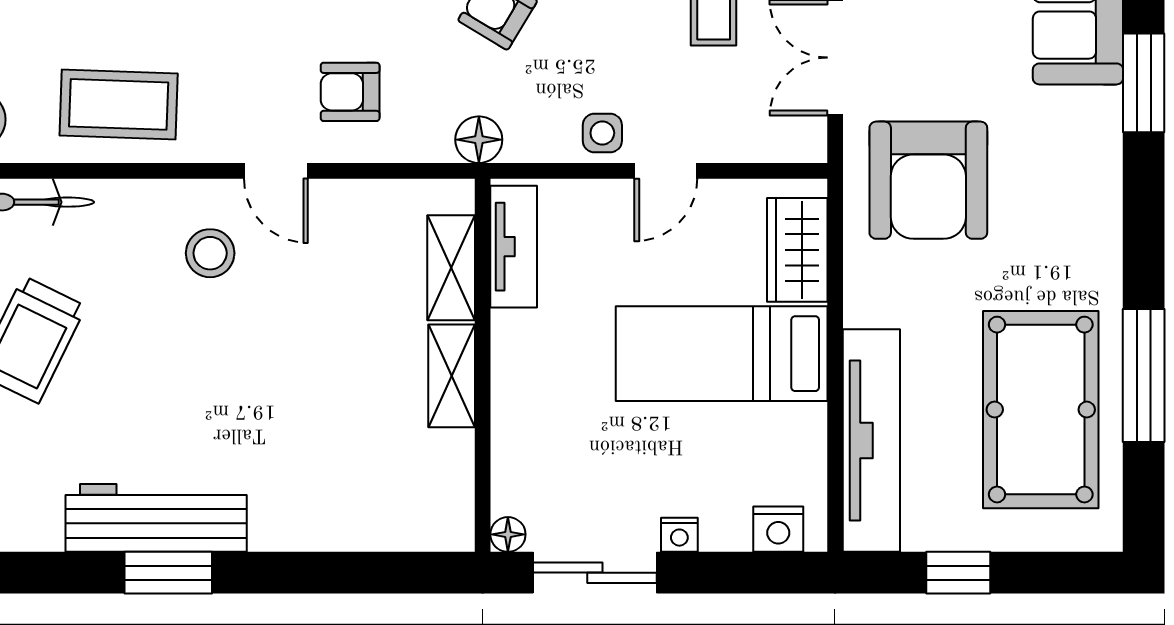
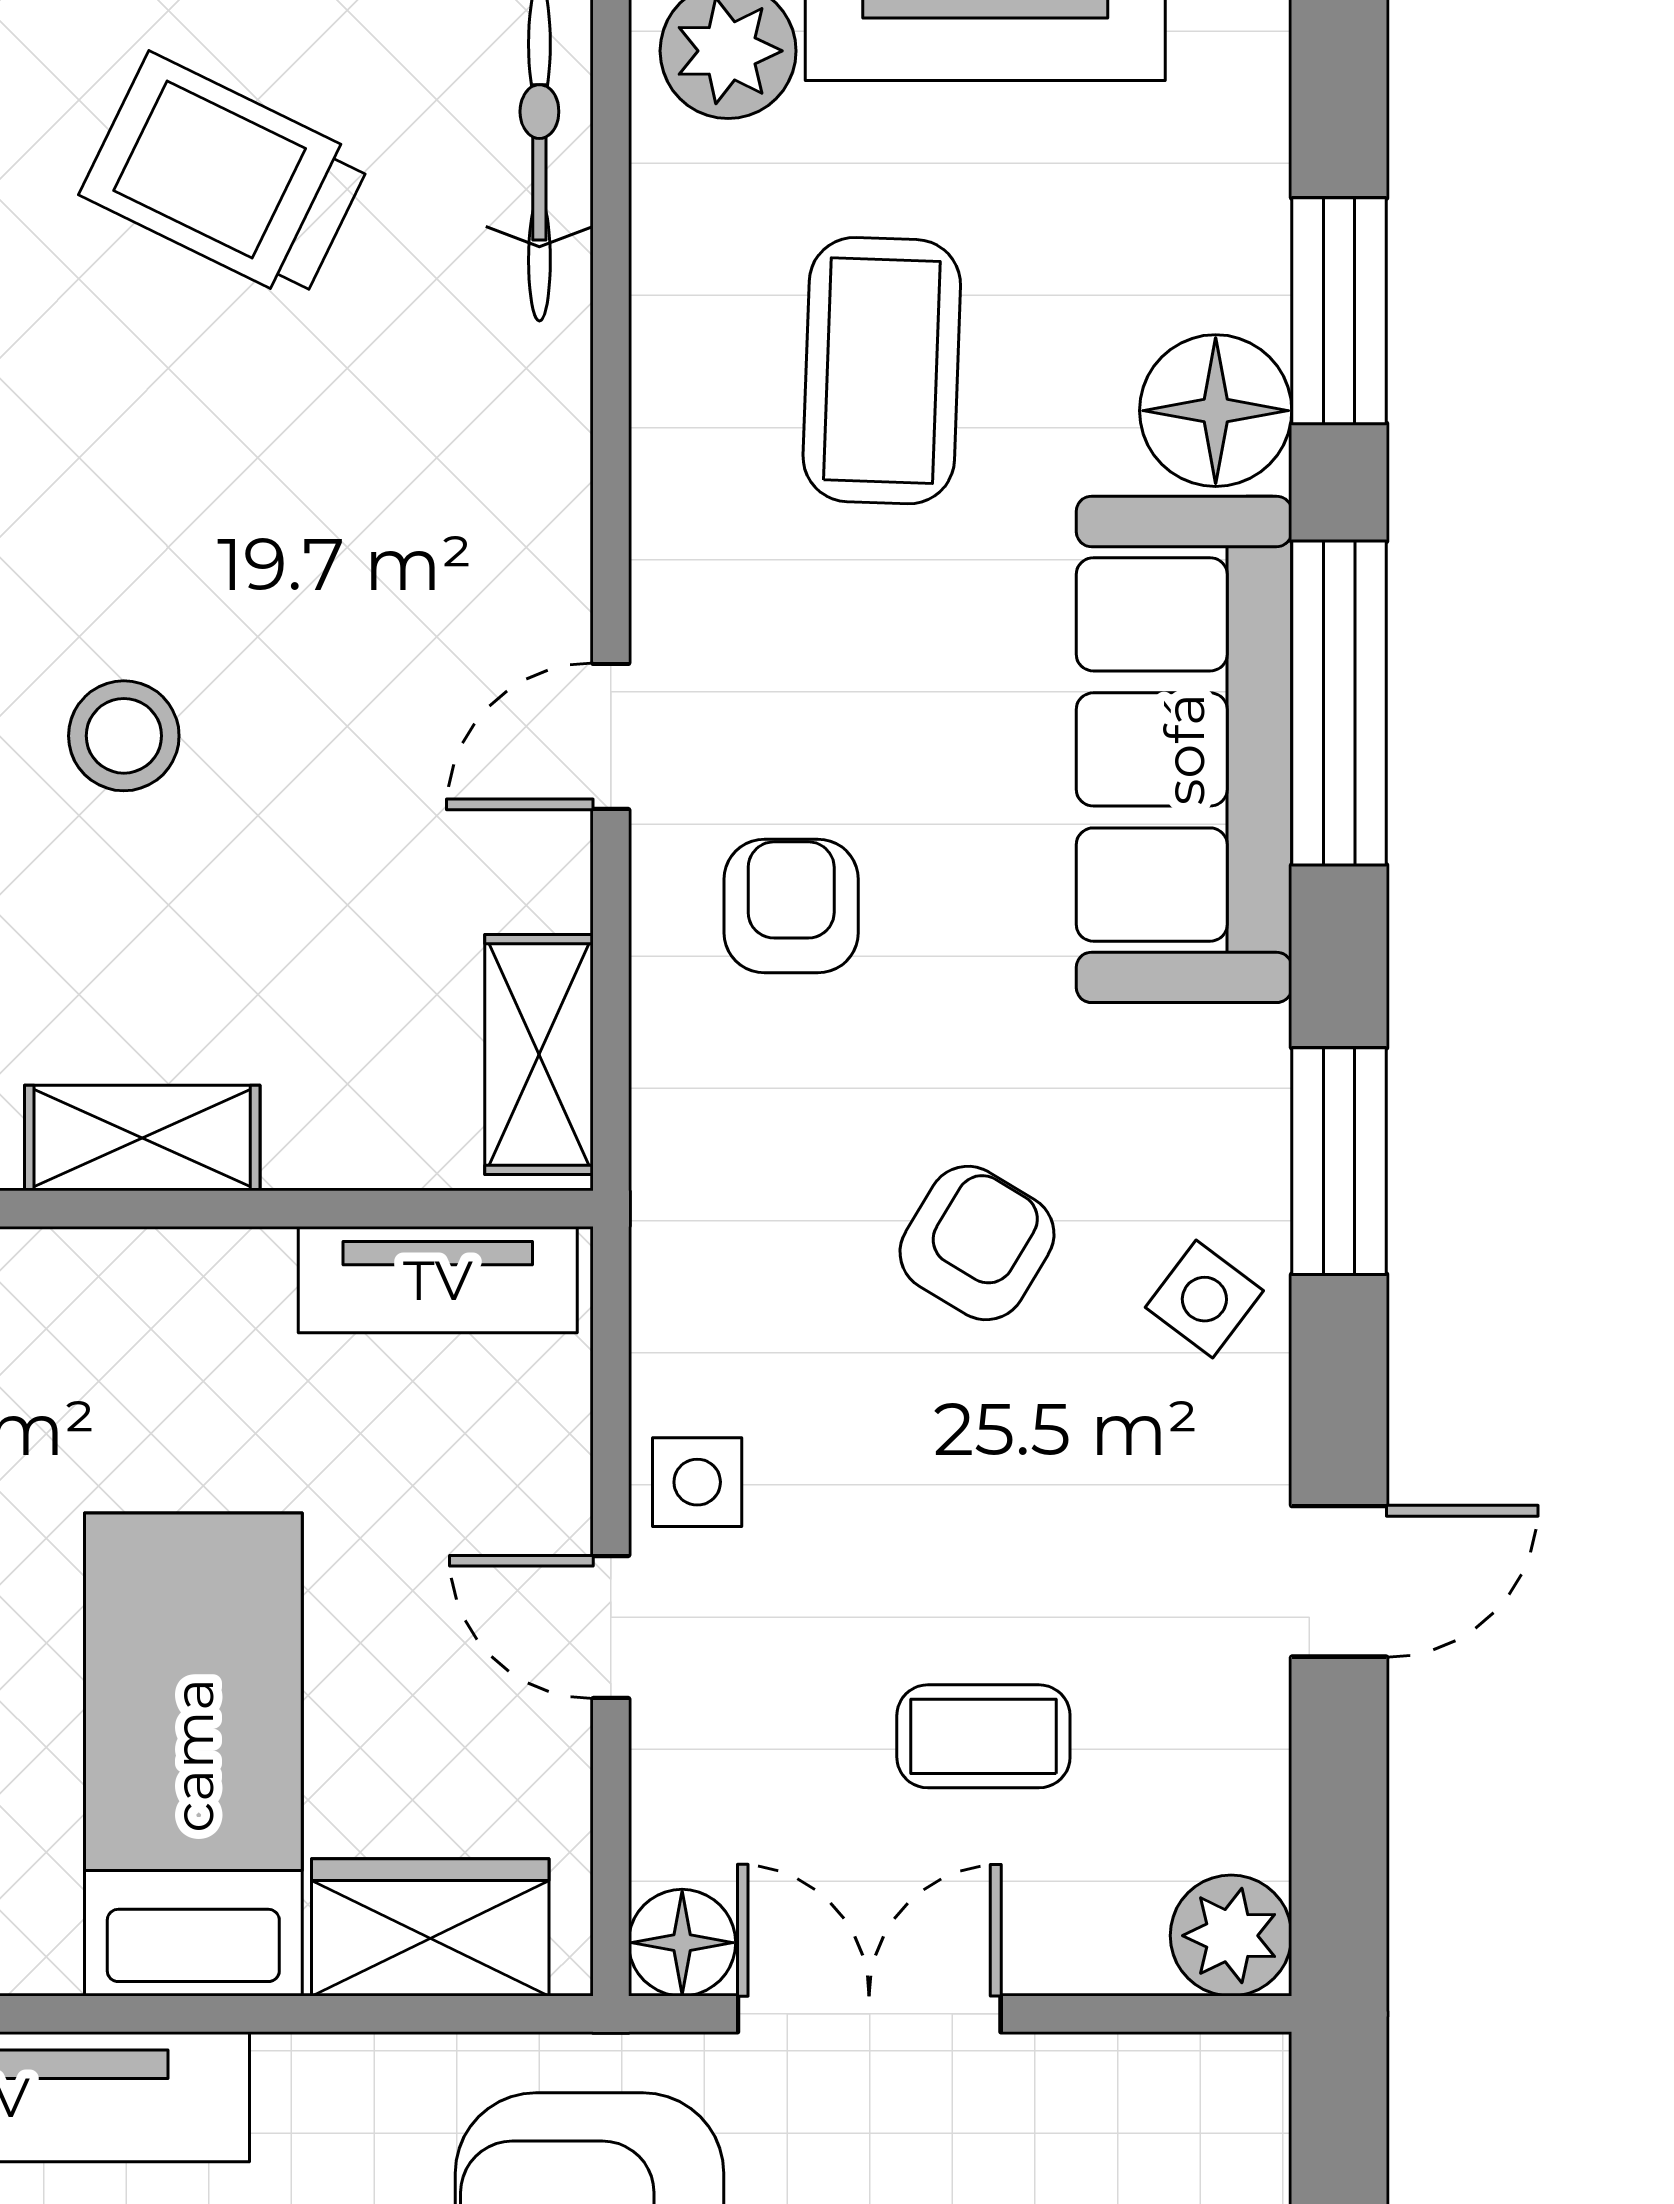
coffee table: (119, 104) -> (882, 371), moved
floor lamp: (479, 140) -> (682, 1943), moved
stool: (210, 253) -> (124, 736), moved
shelving: (451, 268) -> (539, 1054), moved, turned 90

